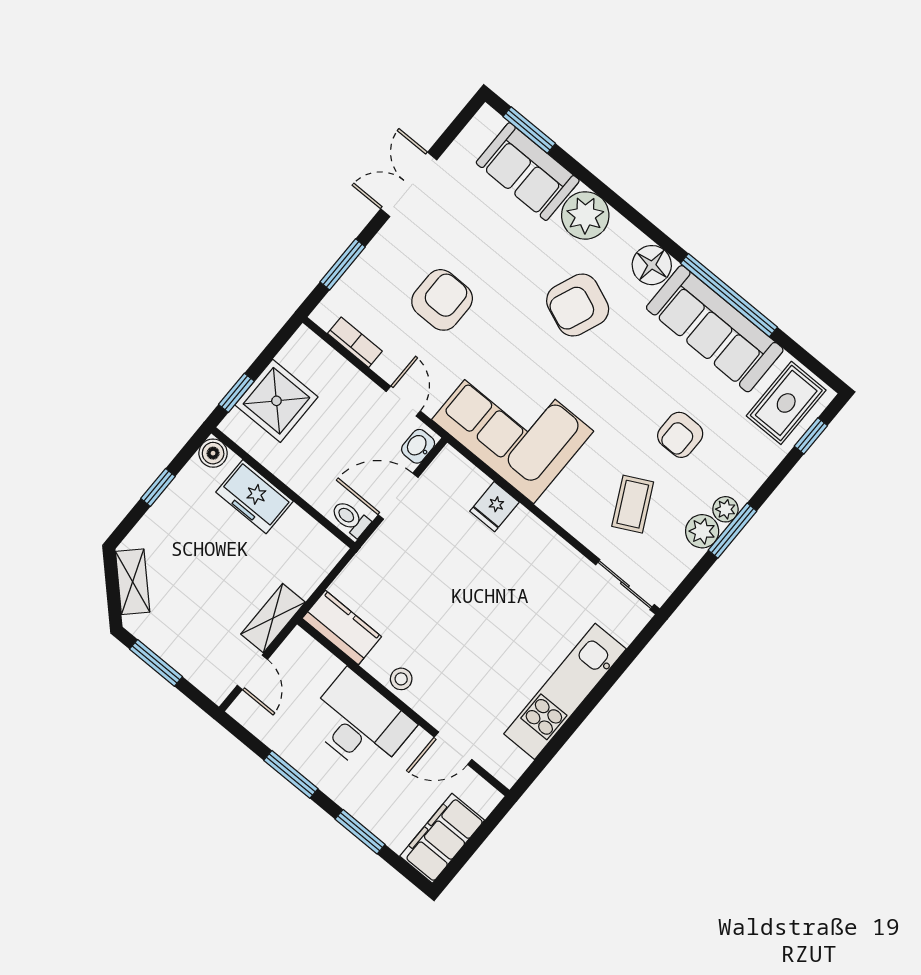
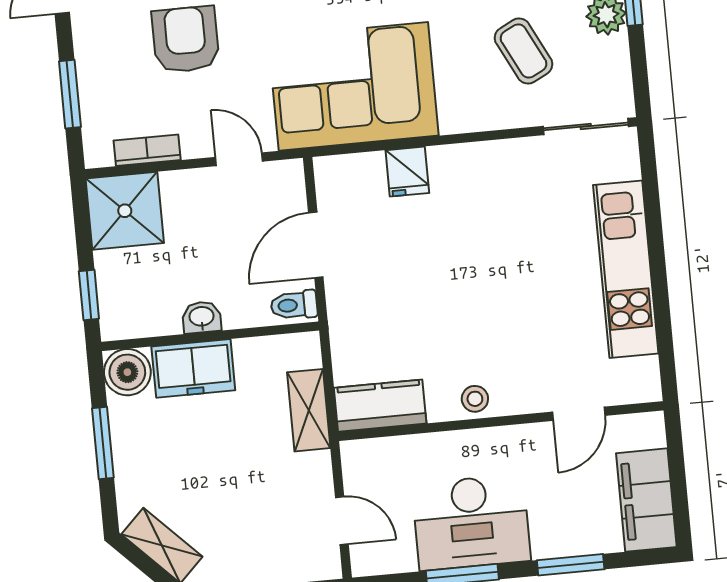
shower: (276, 401) -> (125, 211), moved
washbasin: (418, 446) -> (202, 317), moved, turned 90
boiler: (213, 453) -> (127, 372), width x1.36, depth x1.36
window: (158, 487) -> (103, 443), width x1.50
shelving: (273, 618) -> (309, 410), moved
desk: (360, 723) -> (471, 522), moved, turned 180

